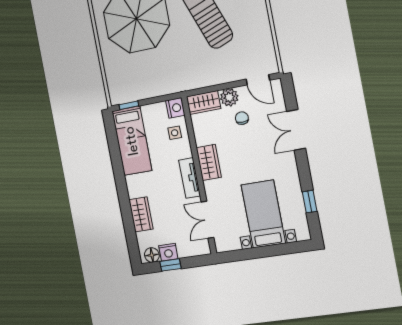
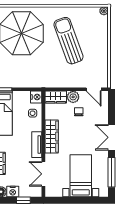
double door: (296, 130) -> (112, 137), moved
wardrobe: (209, 162) -> (52, 137), width x1.50
window: (310, 202) -> (112, 172), width x2.17
window: (170, 265) -> (23, 200), moved

